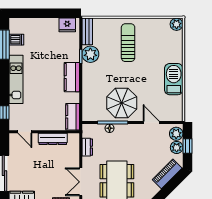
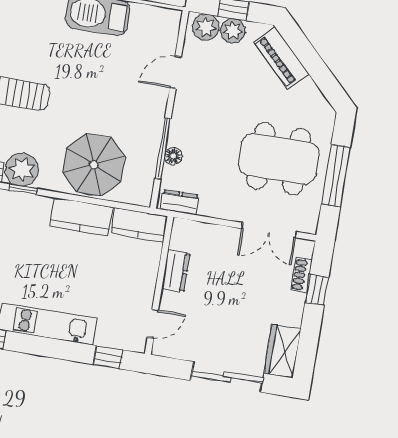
kitchen counter: (72, 77) -> (82, 217), moved
parasol: (122, 103) -> (94, 165), moved
dresser: (53, 139) -> (176, 271), width x0.70
dresser: (87, 147) -> (179, 202), moved

